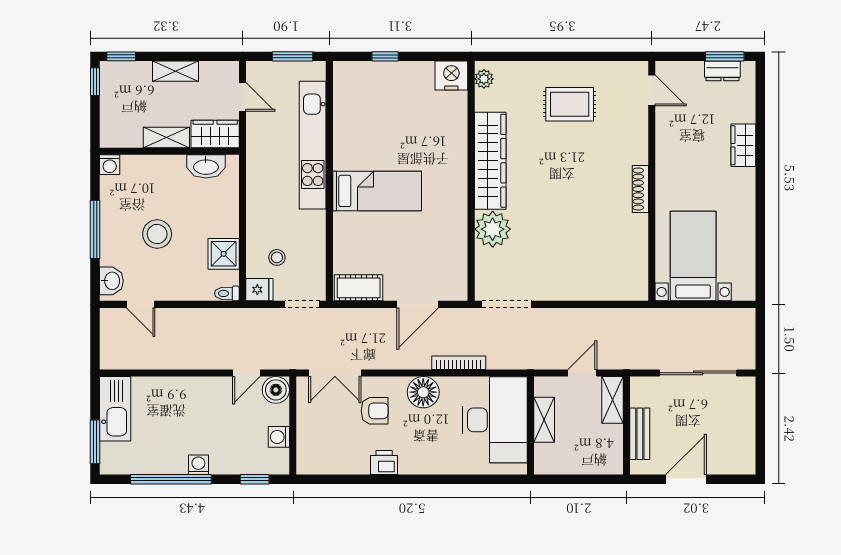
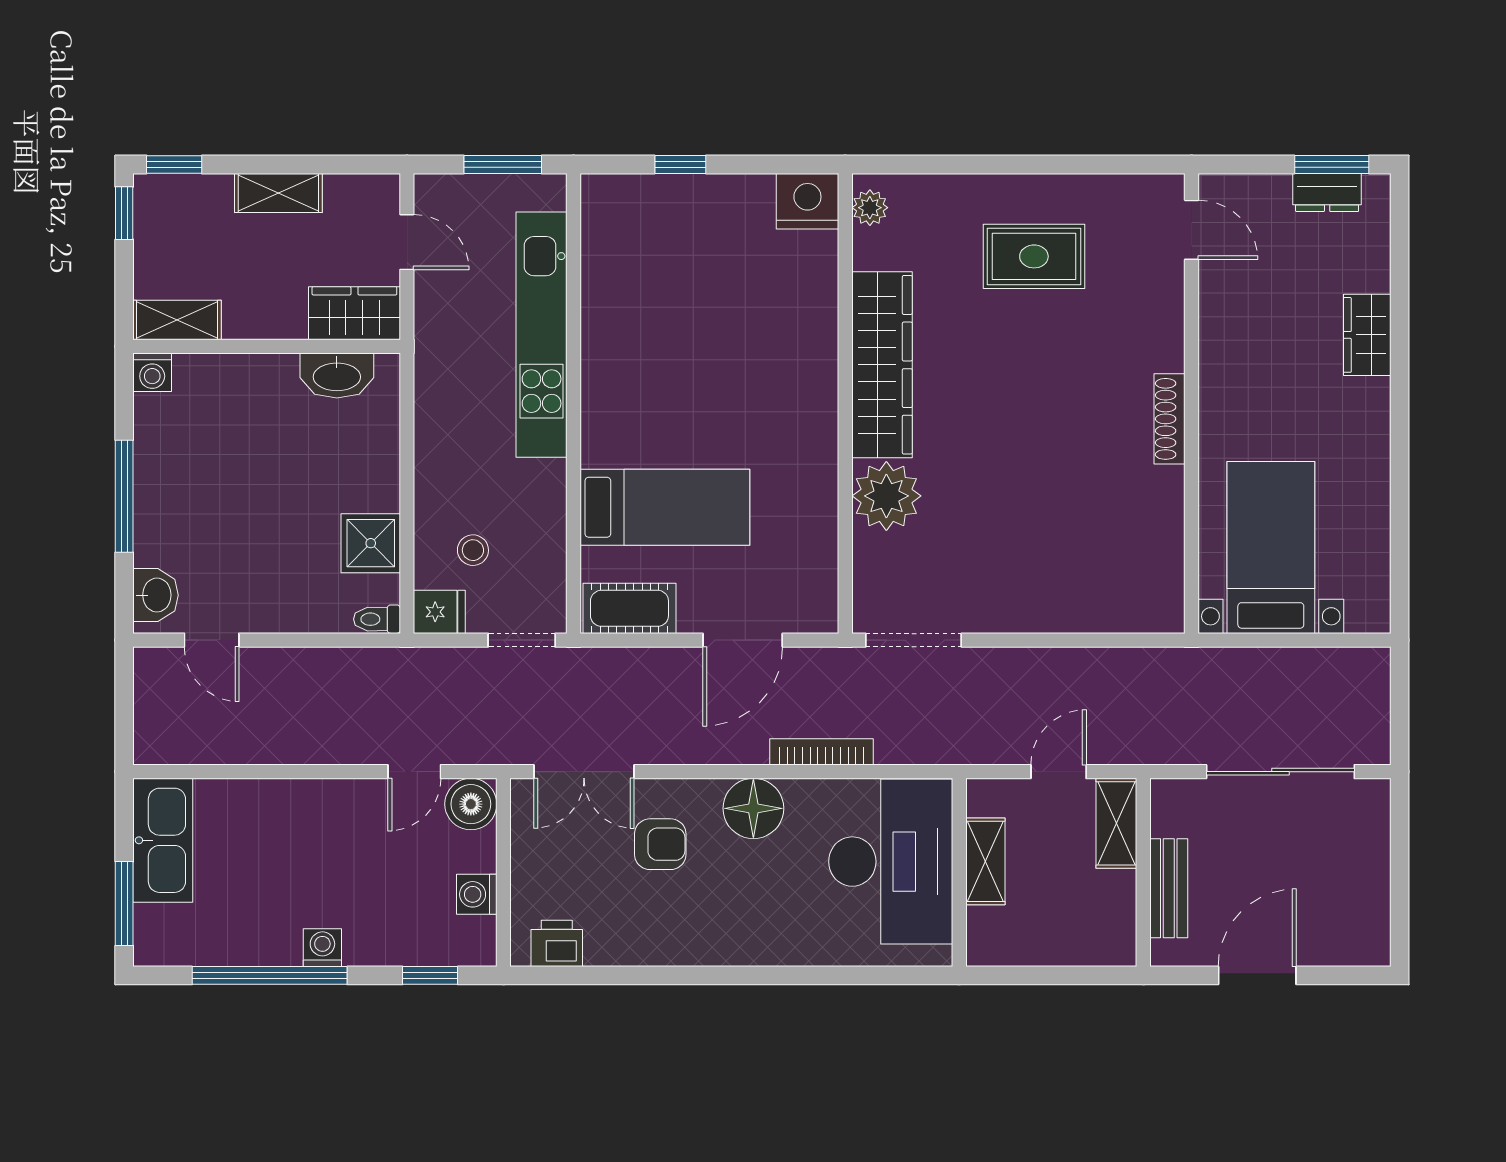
shelving: (166, 137) -> (177, 320), moved
bed: (377, 191) -> (665, 507), moved
stool: (157, 234) -> (243, 505), removed
printer: (384, 463) -> (557, 943), moved

